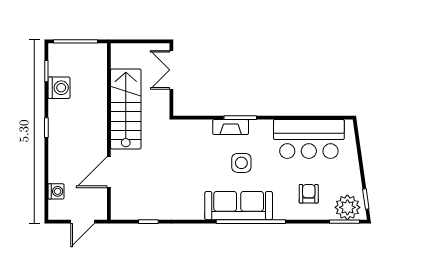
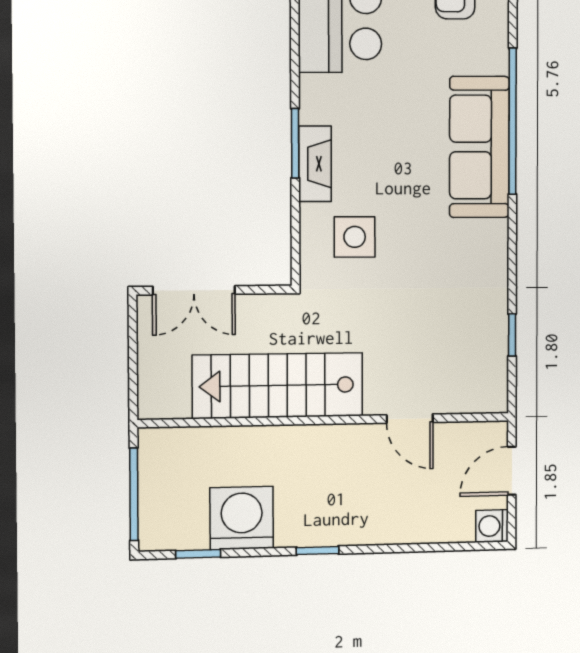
washing machine: (59, 88) -> (242, 518), width x1.37, depth x1.37
side table: (241, 163) -> (355, 237), moved
door: (109, 172) -> (410, 419), width x0.73
washing machine: (56, 191) -> (492, 526), moved, turned -90
door: (83, 222) -> (512, 471), swing flipped

